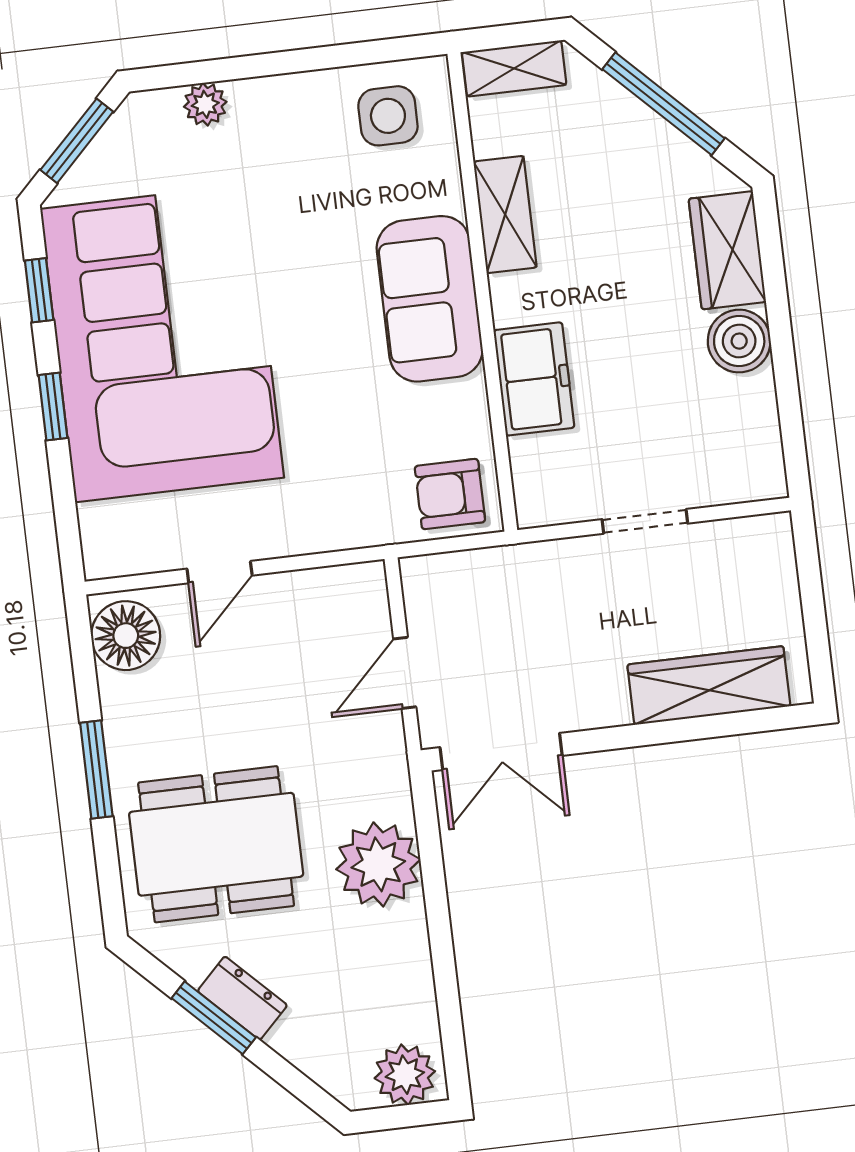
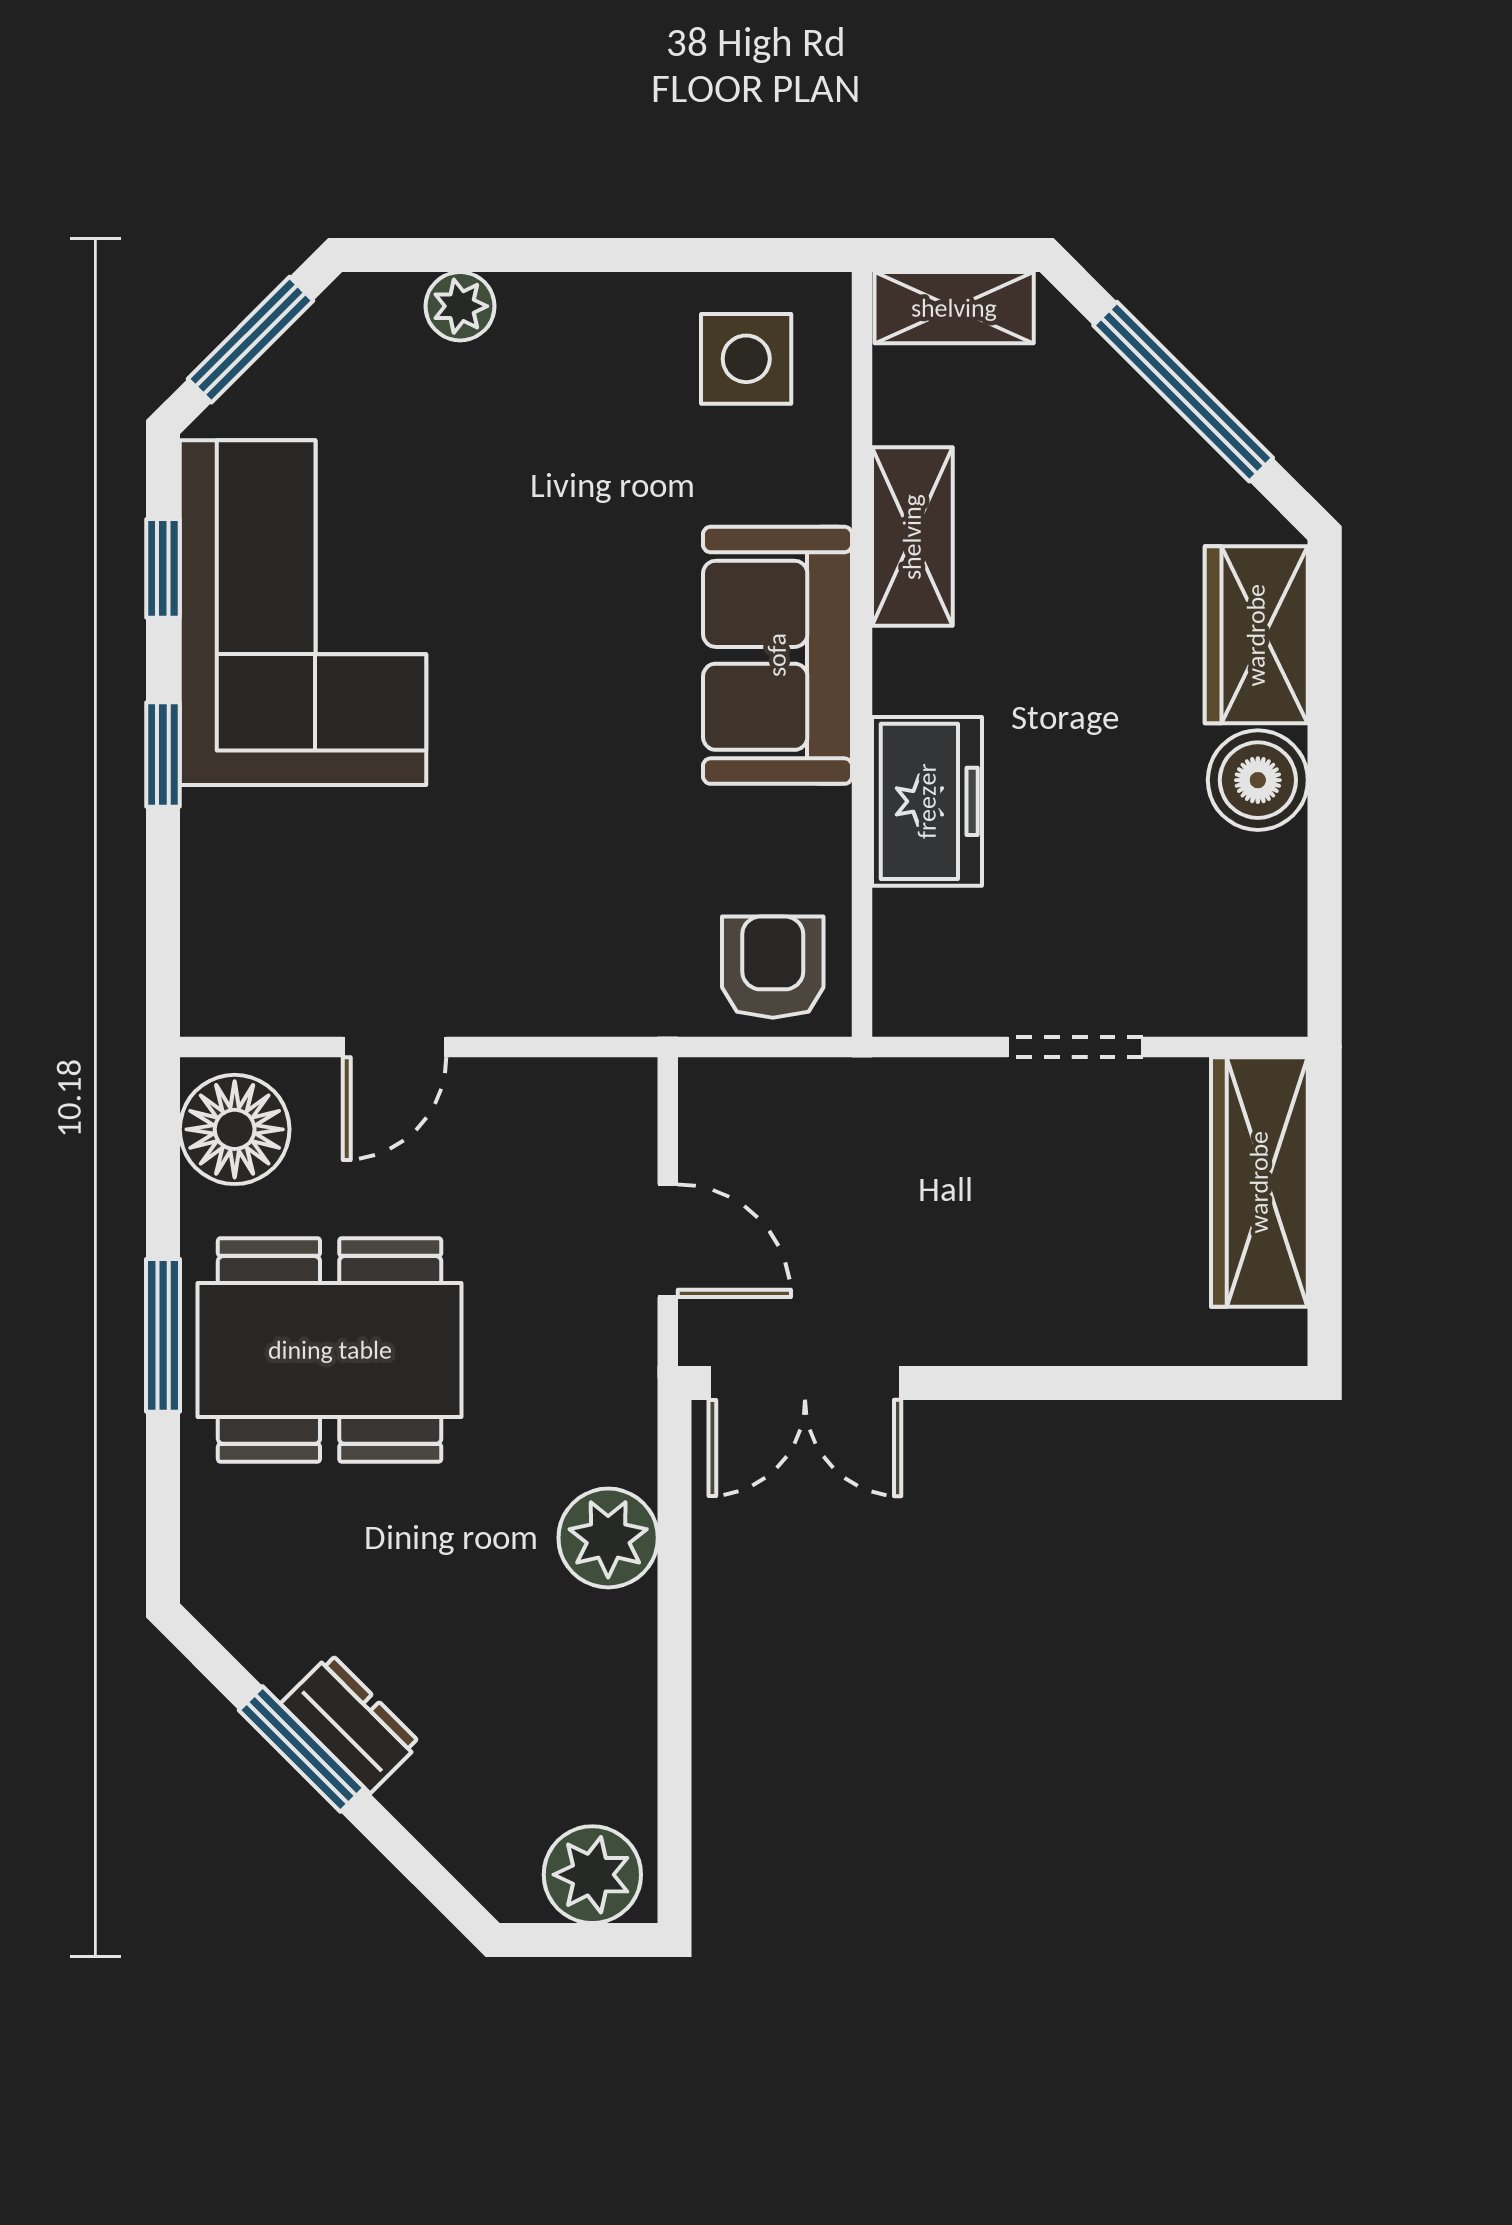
corner sofa: (162, 343) -> (303, 613), width x0.73, depth x0.74
armchair: (450, 494) -> (773, 967), turned 90
door: (405, 673) -> (668, 1241), swing flipped
wardrobe: (709, 685) -> (1259, 1182), moved, turned -90
dining table: (216, 844) -> (330, 1350), moved
plant: (378, 864) -> (608, 1538), width x0.73, depth x0.73

